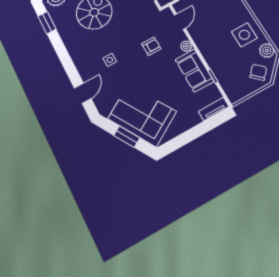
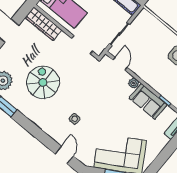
armchair: (151, 46) -> (105, 94), removed

